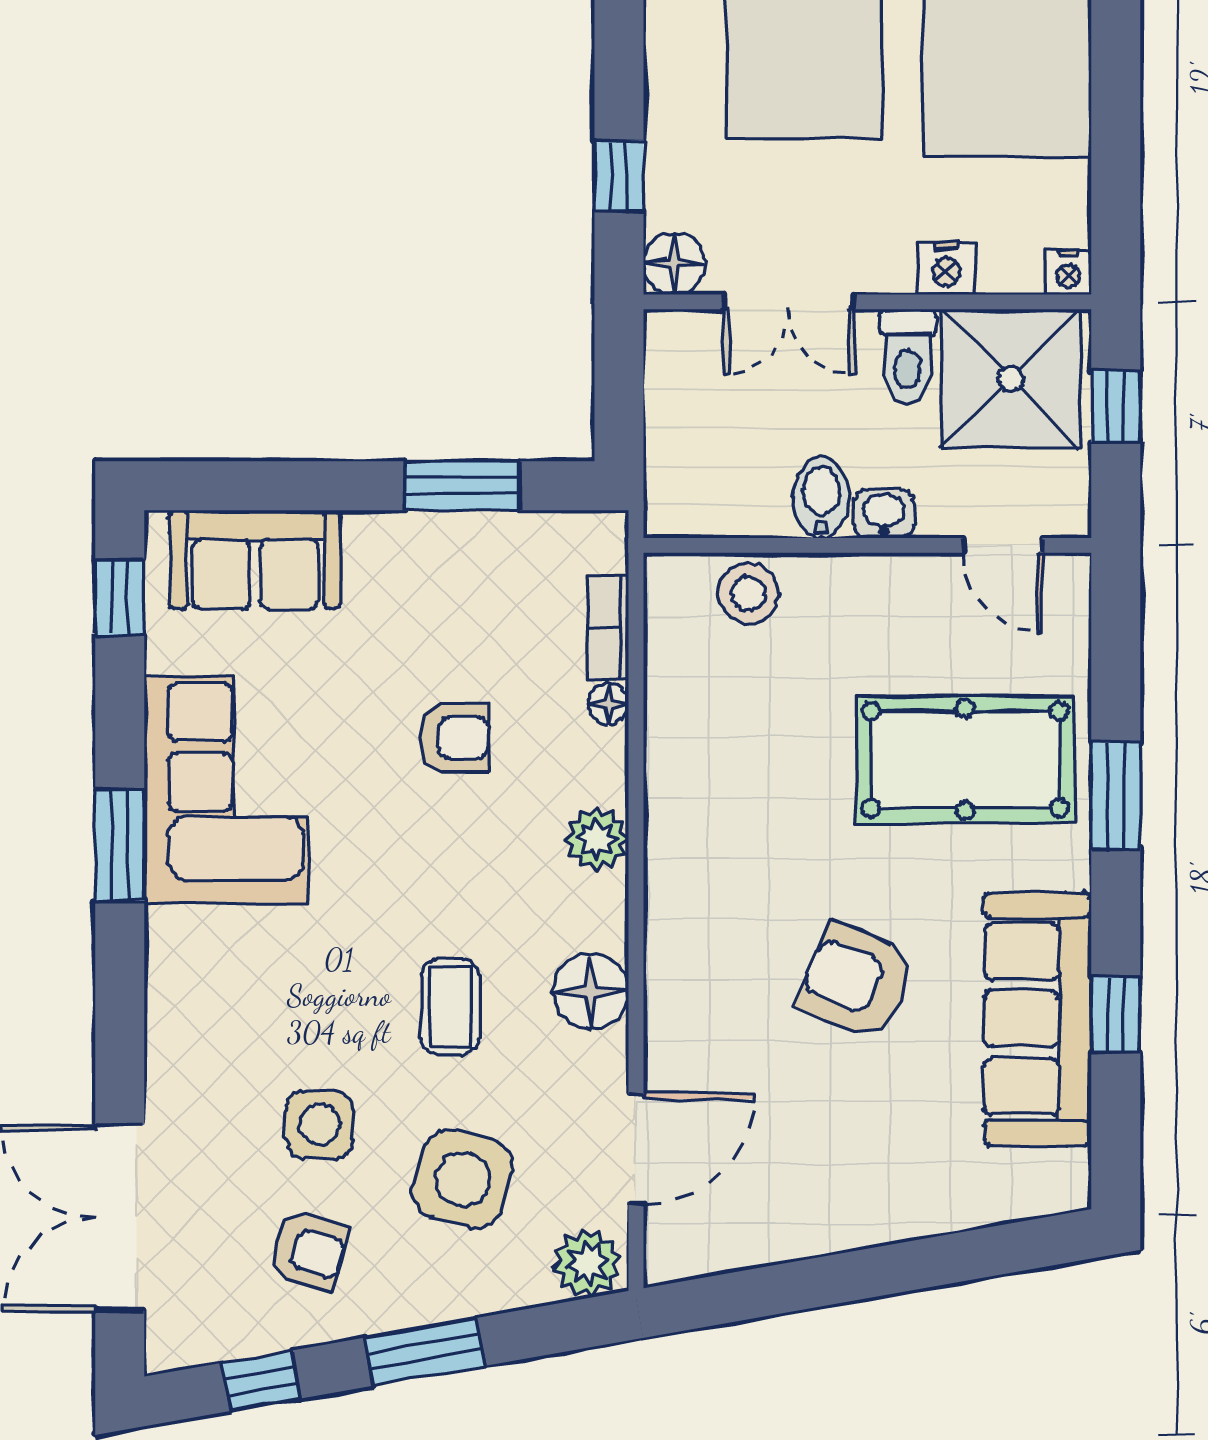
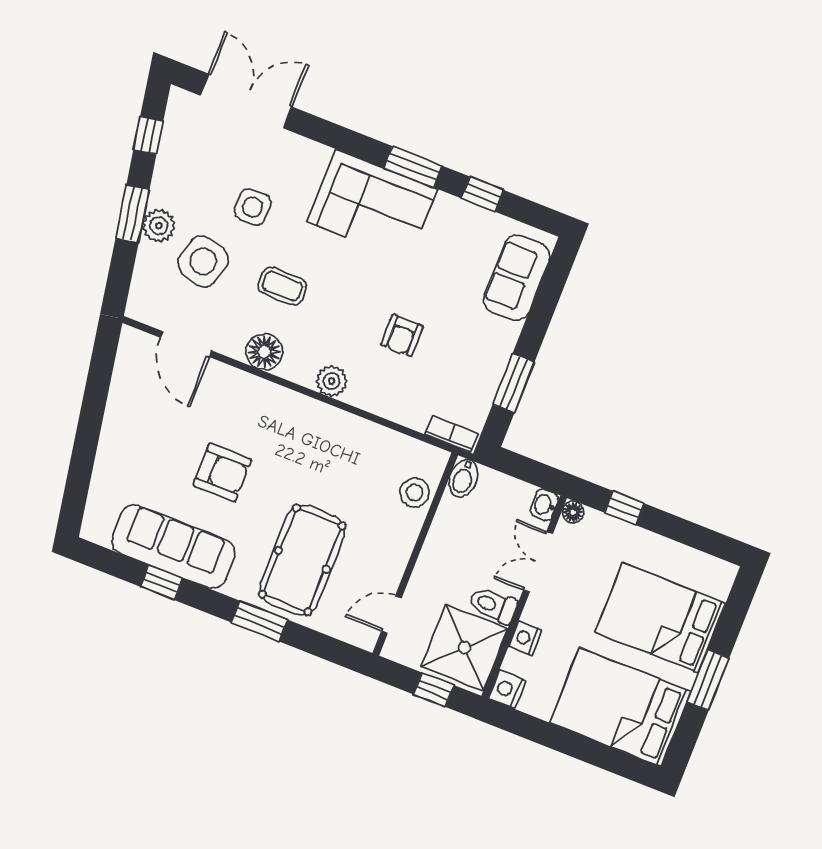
floor lamp: (674, 263) -> (573, 512), width x0.73, depth x0.73
nightstand: (1068, 272) -> (507, 689), width x1.39, depth x1.35
bidet: (821, 498) -> (463, 478), moved, turned 90
washbasin: (884, 514) -> (544, 505), moved, turned 180
window: (120, 598) -> (482, 194), moved
bookcase: (608, 627) -> (451, 434), moved
floor lamp: (608, 704) -> (390, 410), removed
corner sofa: (225, 789) -> (372, 205), moved
armchair: (856, 981) -> (222, 472), turned 67
armchair: (309, 1251) -> (198, 180), removed
plant: (588, 1263) -> (159, 226), moved

